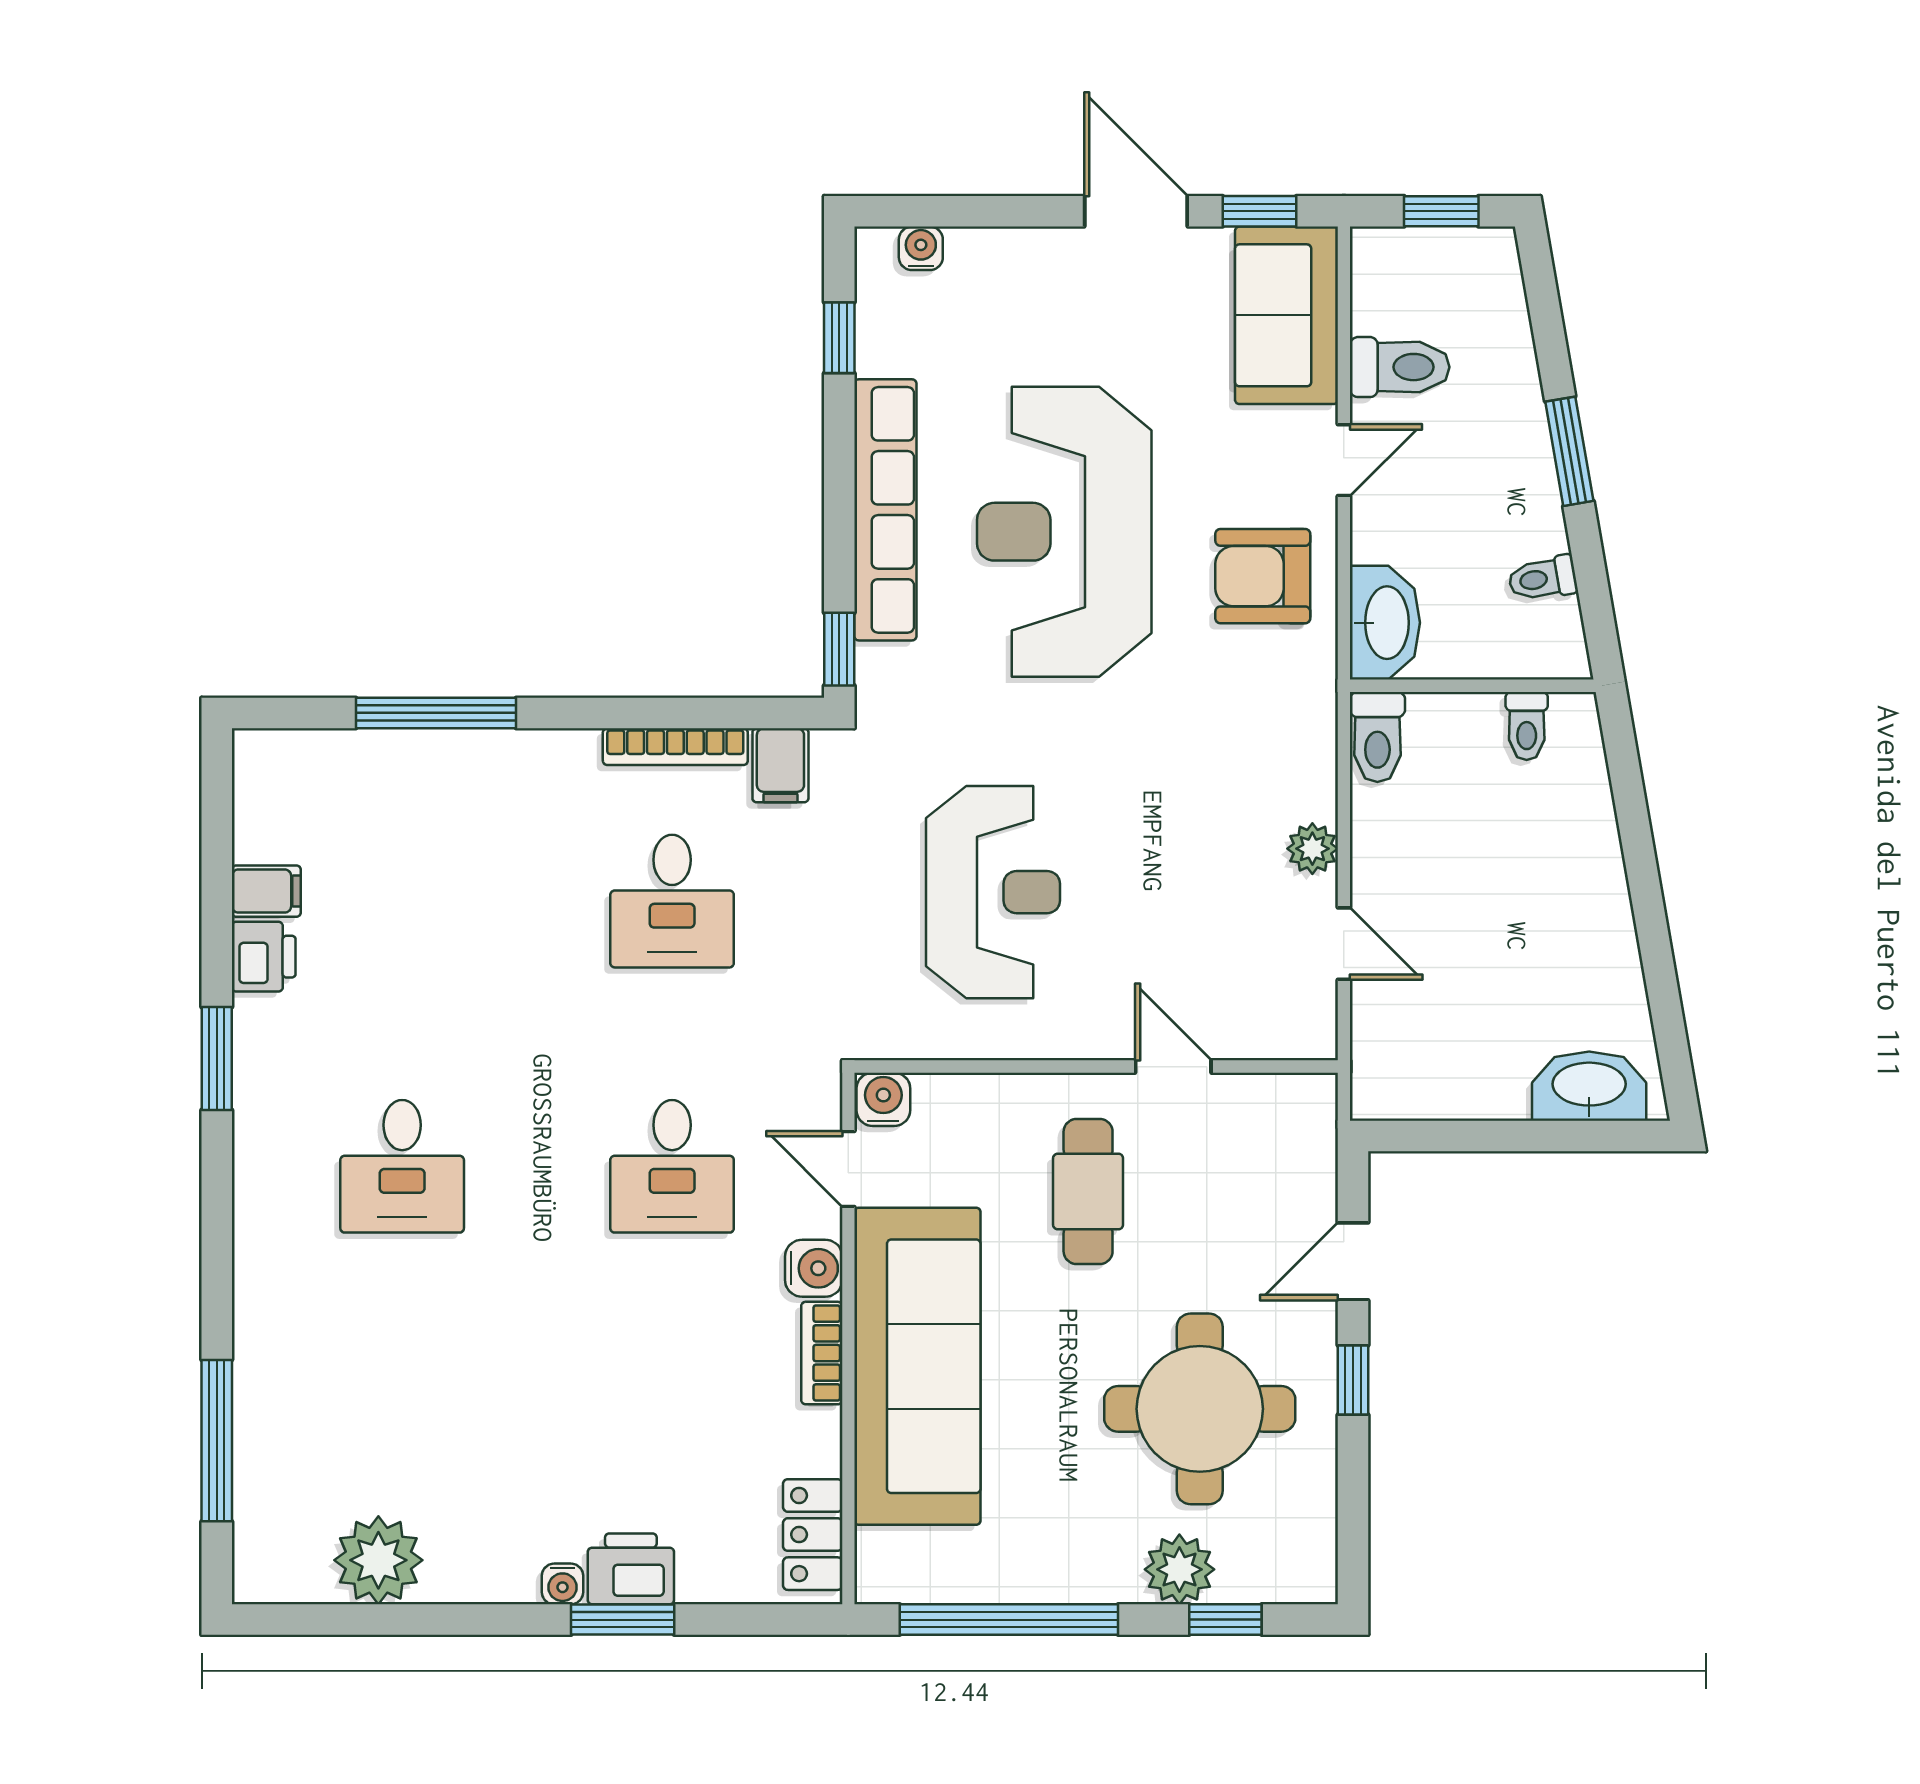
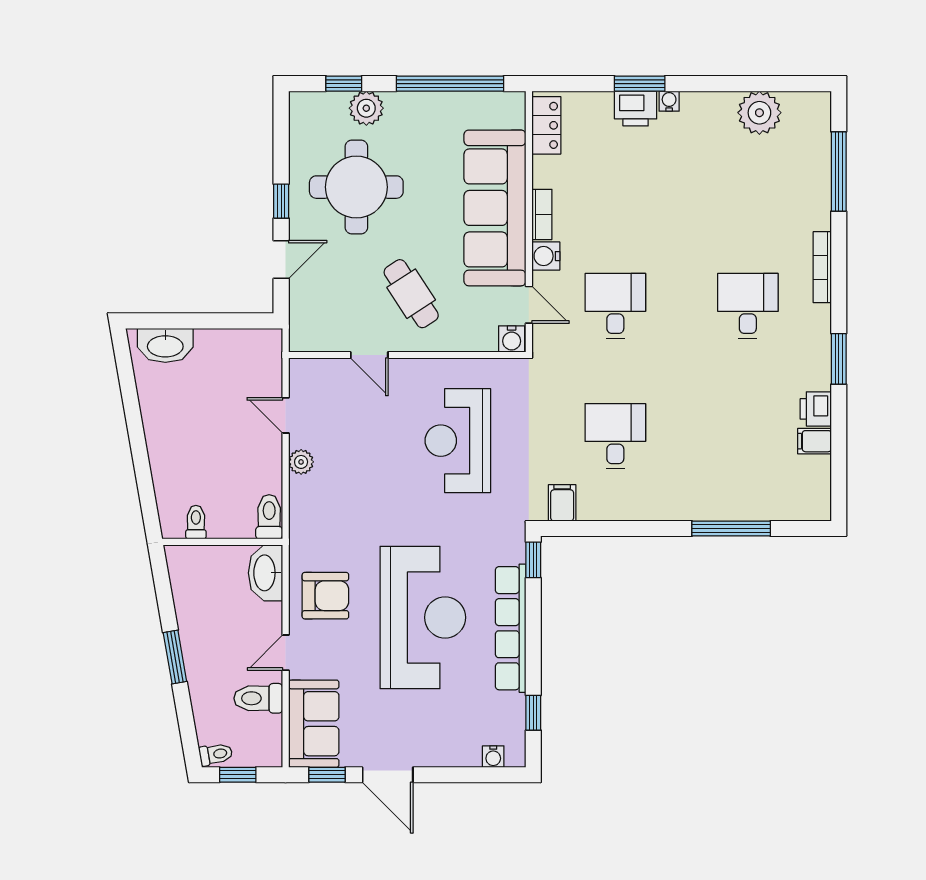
toilet: (1543, 578) -> (216, 754), moved
bookcase: (675, 747) -> (822, 267), moved, turned -90
cafe table: (1088, 1191) -> (411, 294), turned -33

